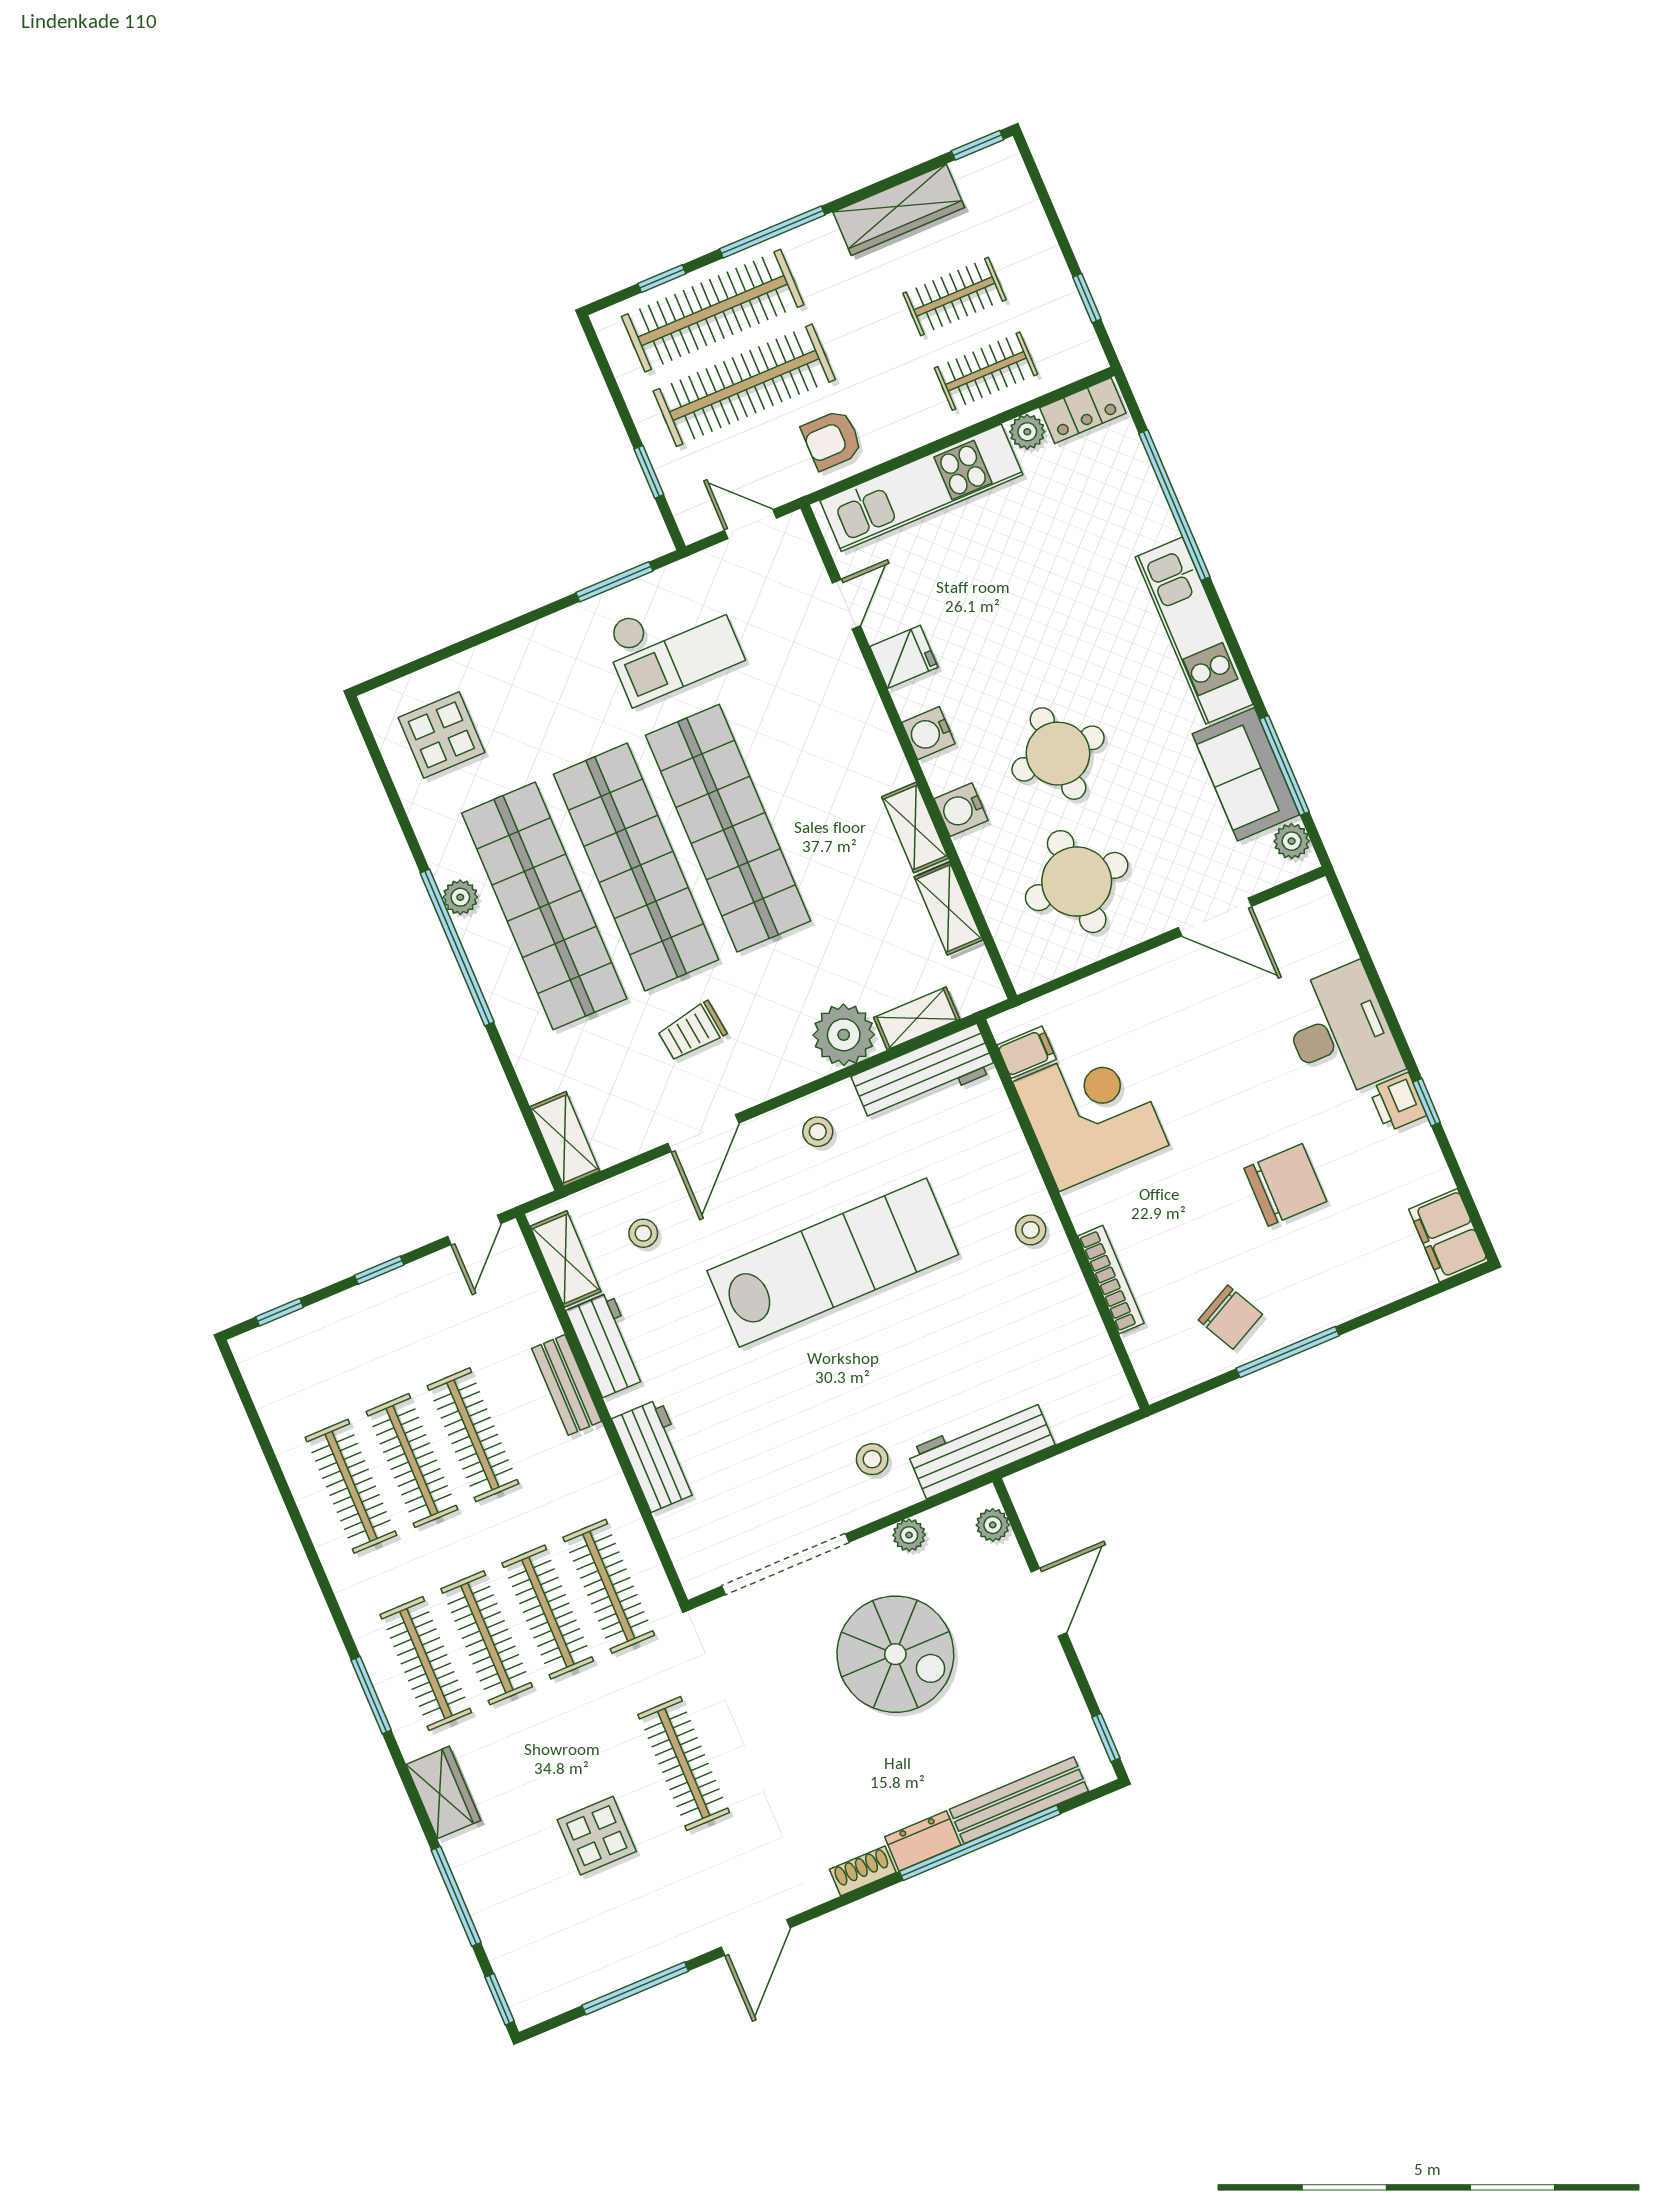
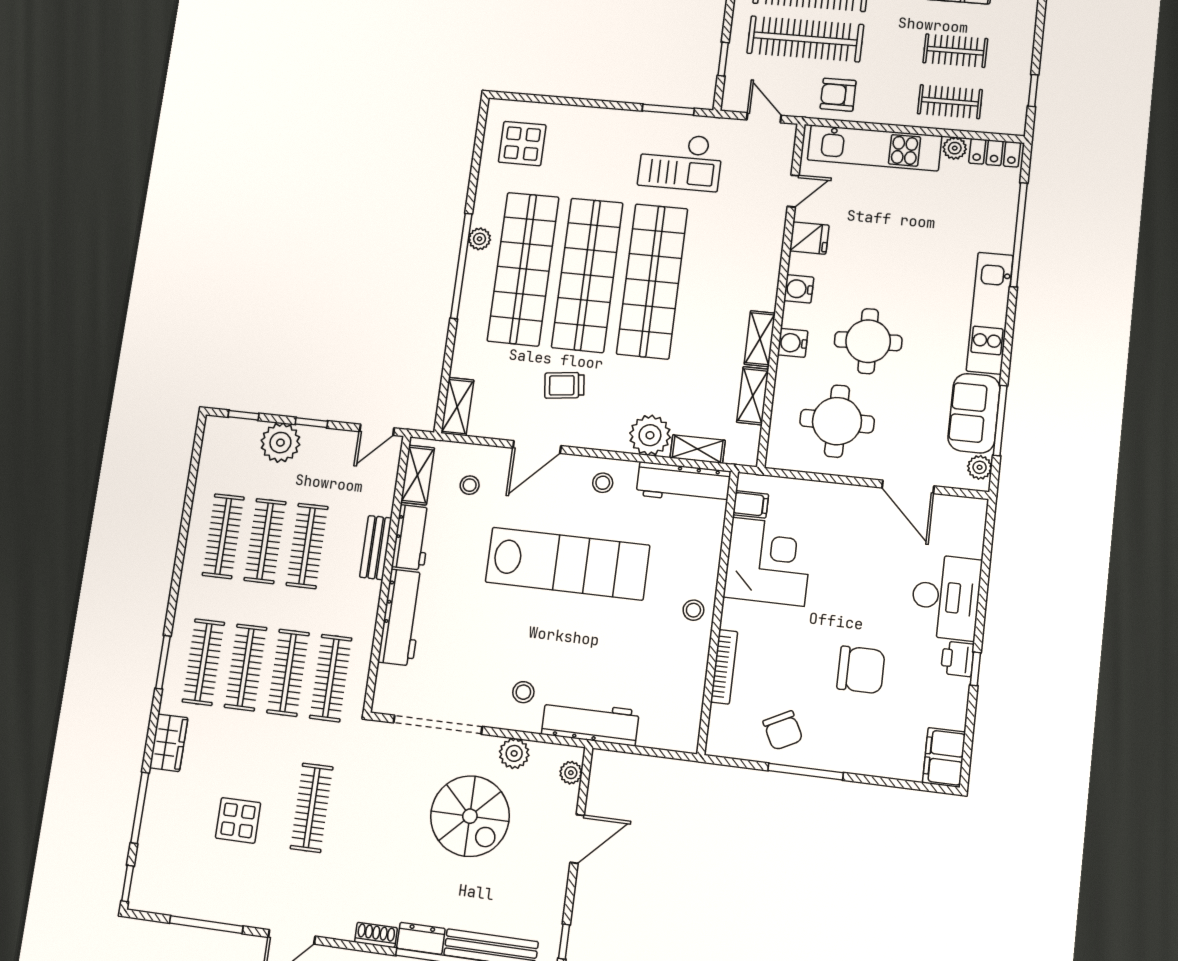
plant: (353, 1320) -> (280, 443), added
workbench: (656, 1455) -> (402, 617), width x1.38
plant: (909, 1535) -> (514, 753), width x1.38, depth x1.38

